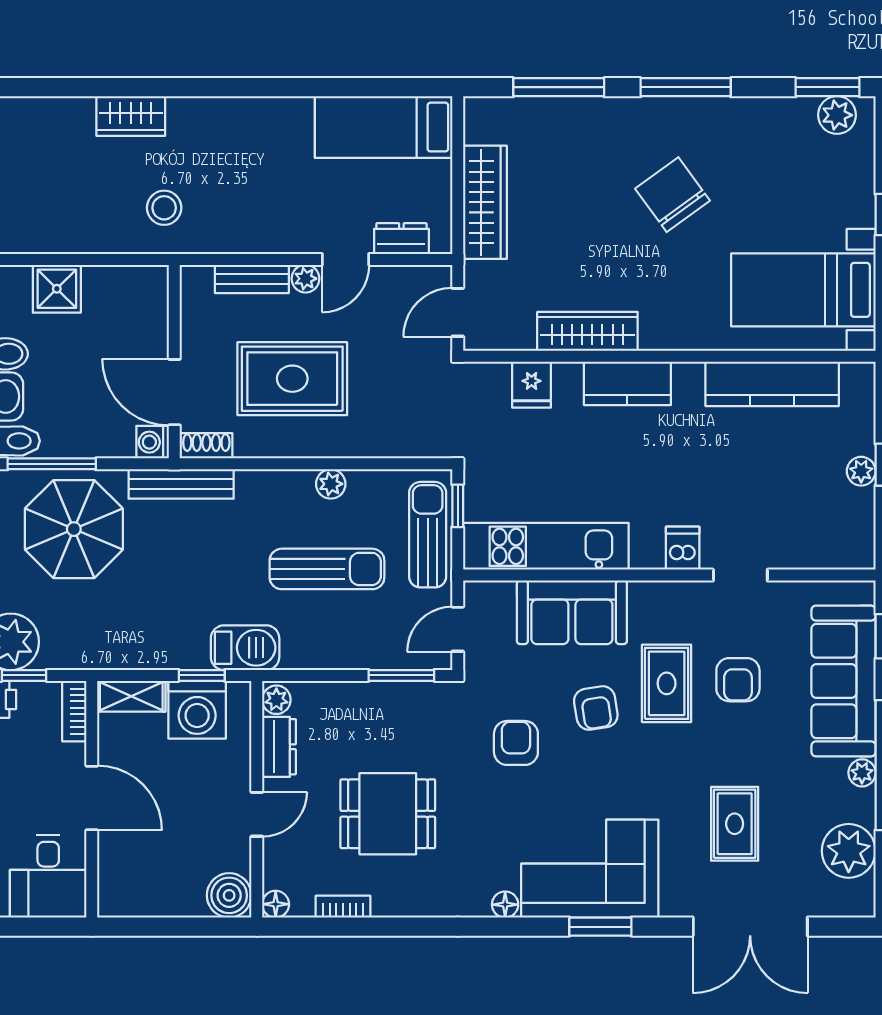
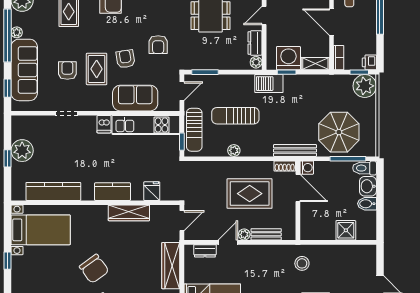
plant: (861, 471) -> (22, 151), width x1.87, depth x1.87
dishwasher: (683, 548) -> (104, 124), moved

